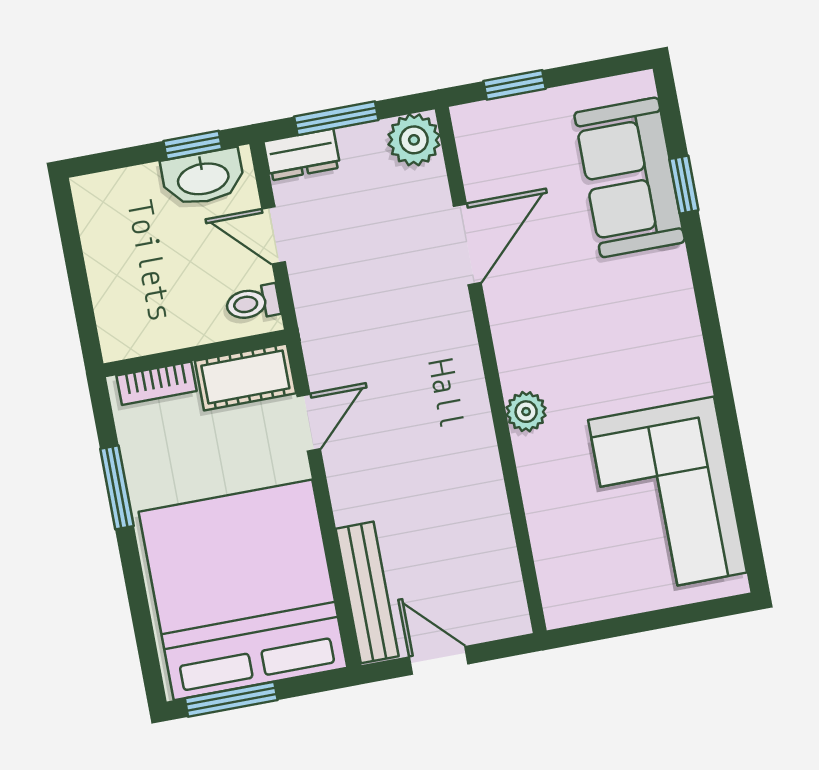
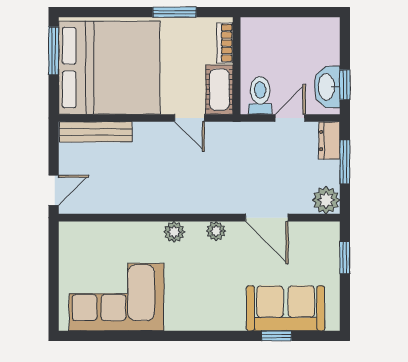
toilet: (253, 303) -> (260, 95), width x1.37, depth x1.39
plant: (510, 334) -> (216, 231), added
door: (439, 660) -> (54, 190), moved

